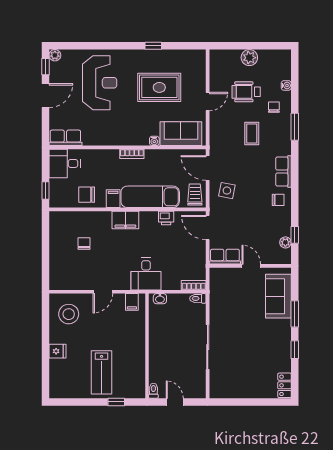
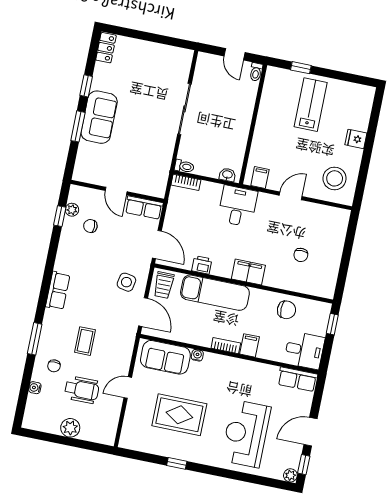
filing cabinet: (113, 199) -> (249, 345), moved, turned 180
chair: (278, 200) -> (90, 226), moved
sofa: (278, 296) -> (99, 117), moved

